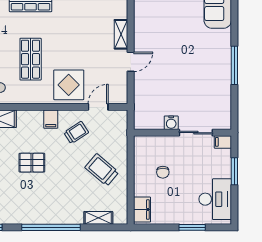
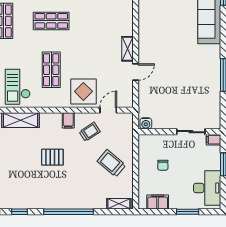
water cooler: (171, 123) -> (146, 123), moved
filing cabinet: (142, 210) -> (158, 202), moved, turned -90
shelving: (98, 218) -> (119, 204), moved

